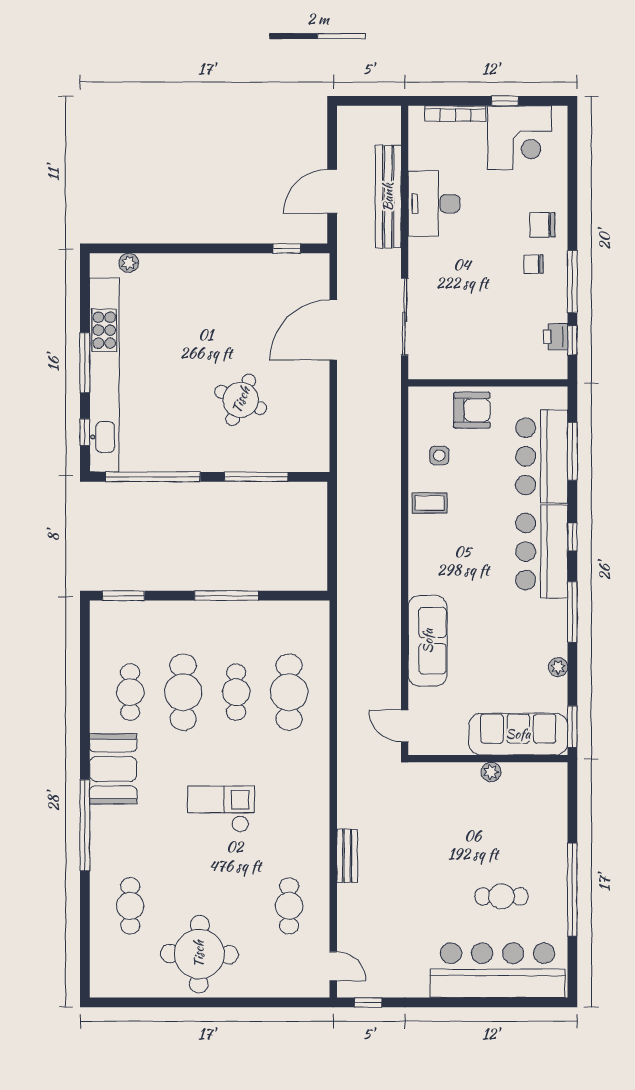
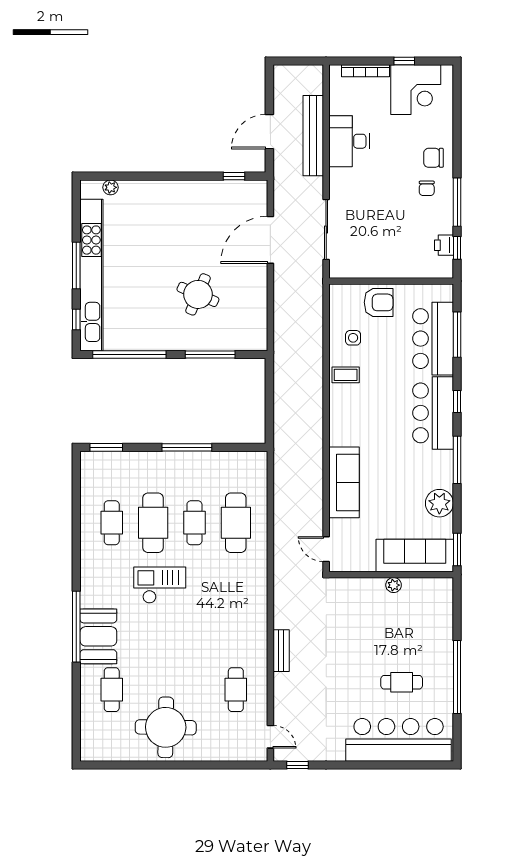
chair: (534, 264) -> (427, 188), turned -90
plant: (558, 667) -> (439, 503), width x1.88, depth x1.88
booth: (113, 769) -> (98, 636), moved
checkout: (221, 809) -> (160, 585), moved

